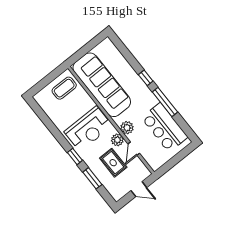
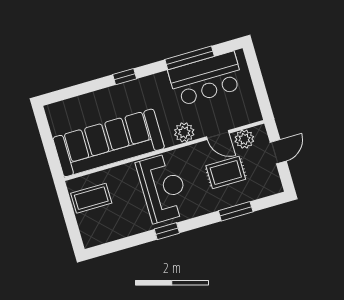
coffee table: (64, 88) -> (91, 198), turned 90
window: (165, 102) -> (190, 58), moved
plant: (117, 140) -> (244, 139), moved
window: (75, 156) -> (167, 231), moved

